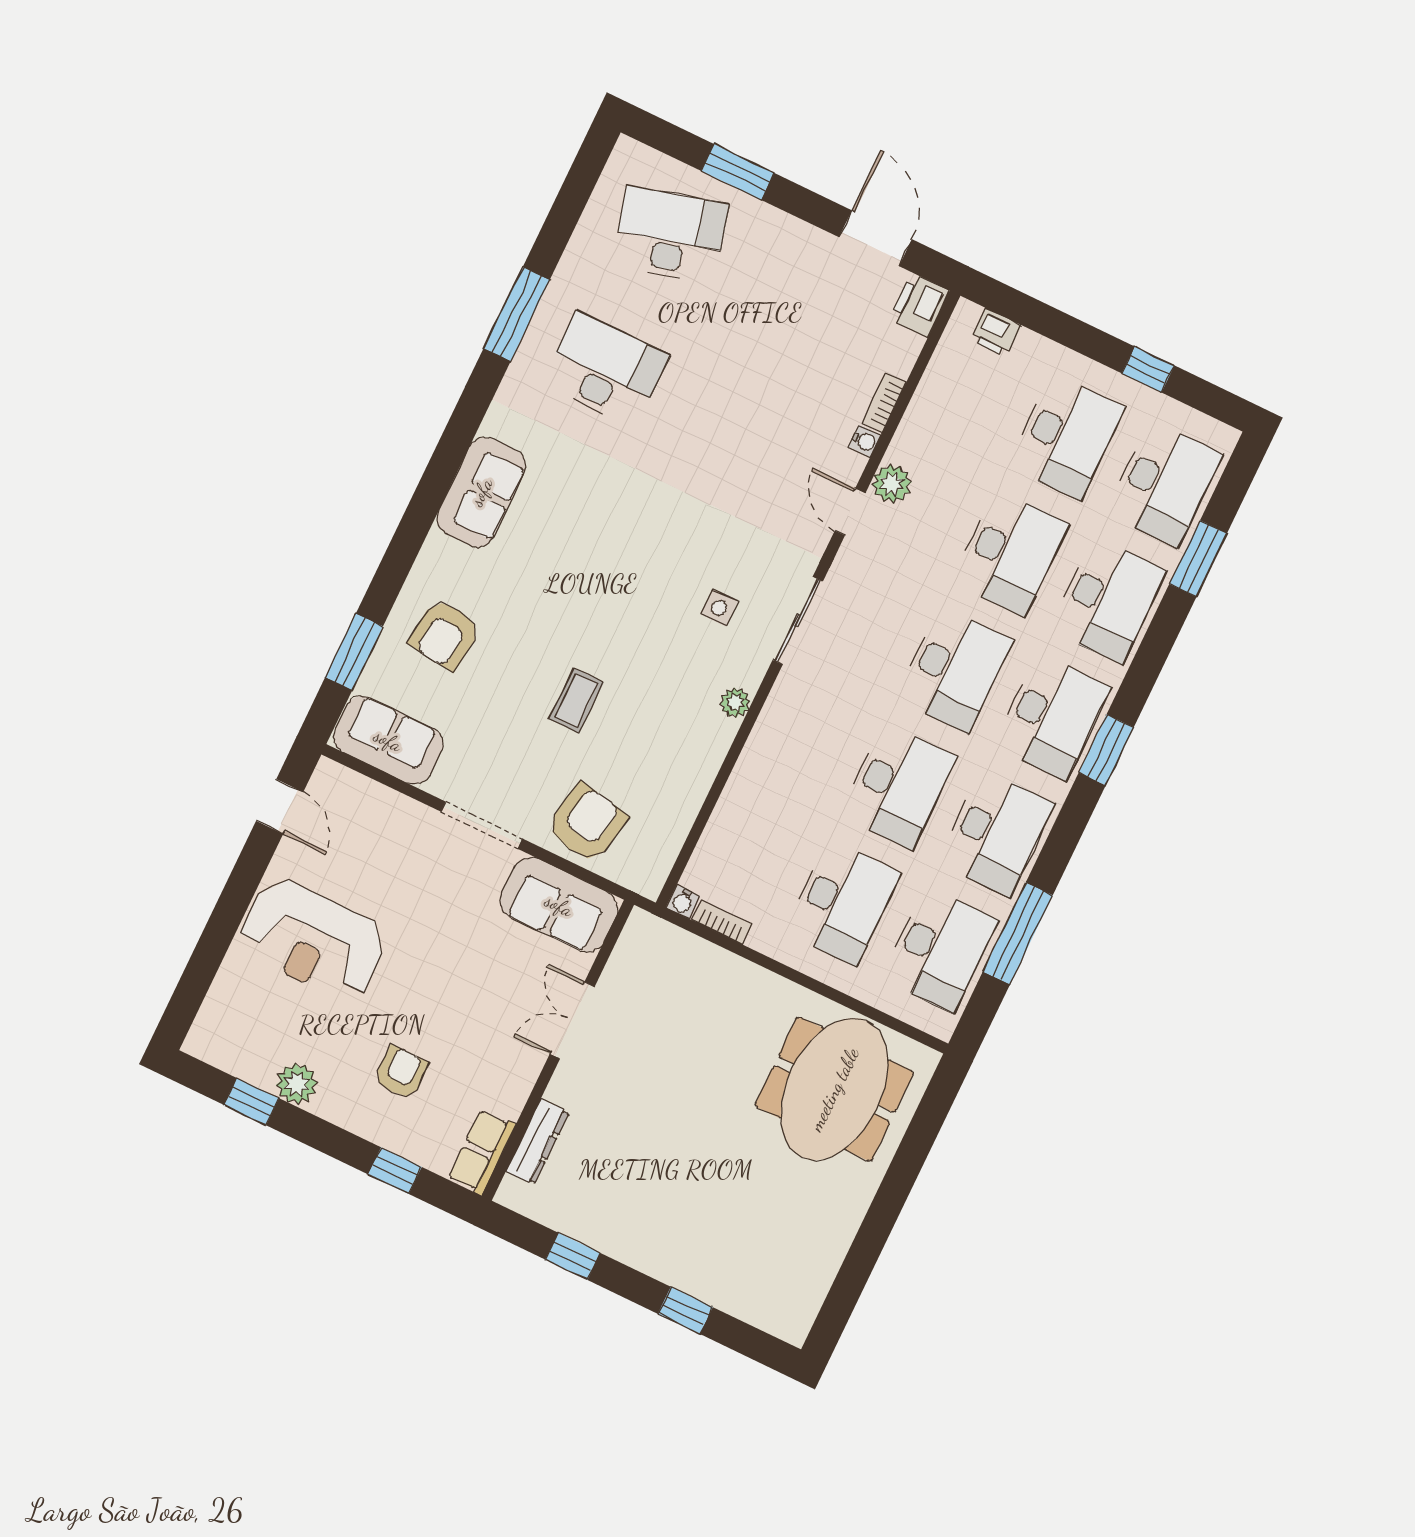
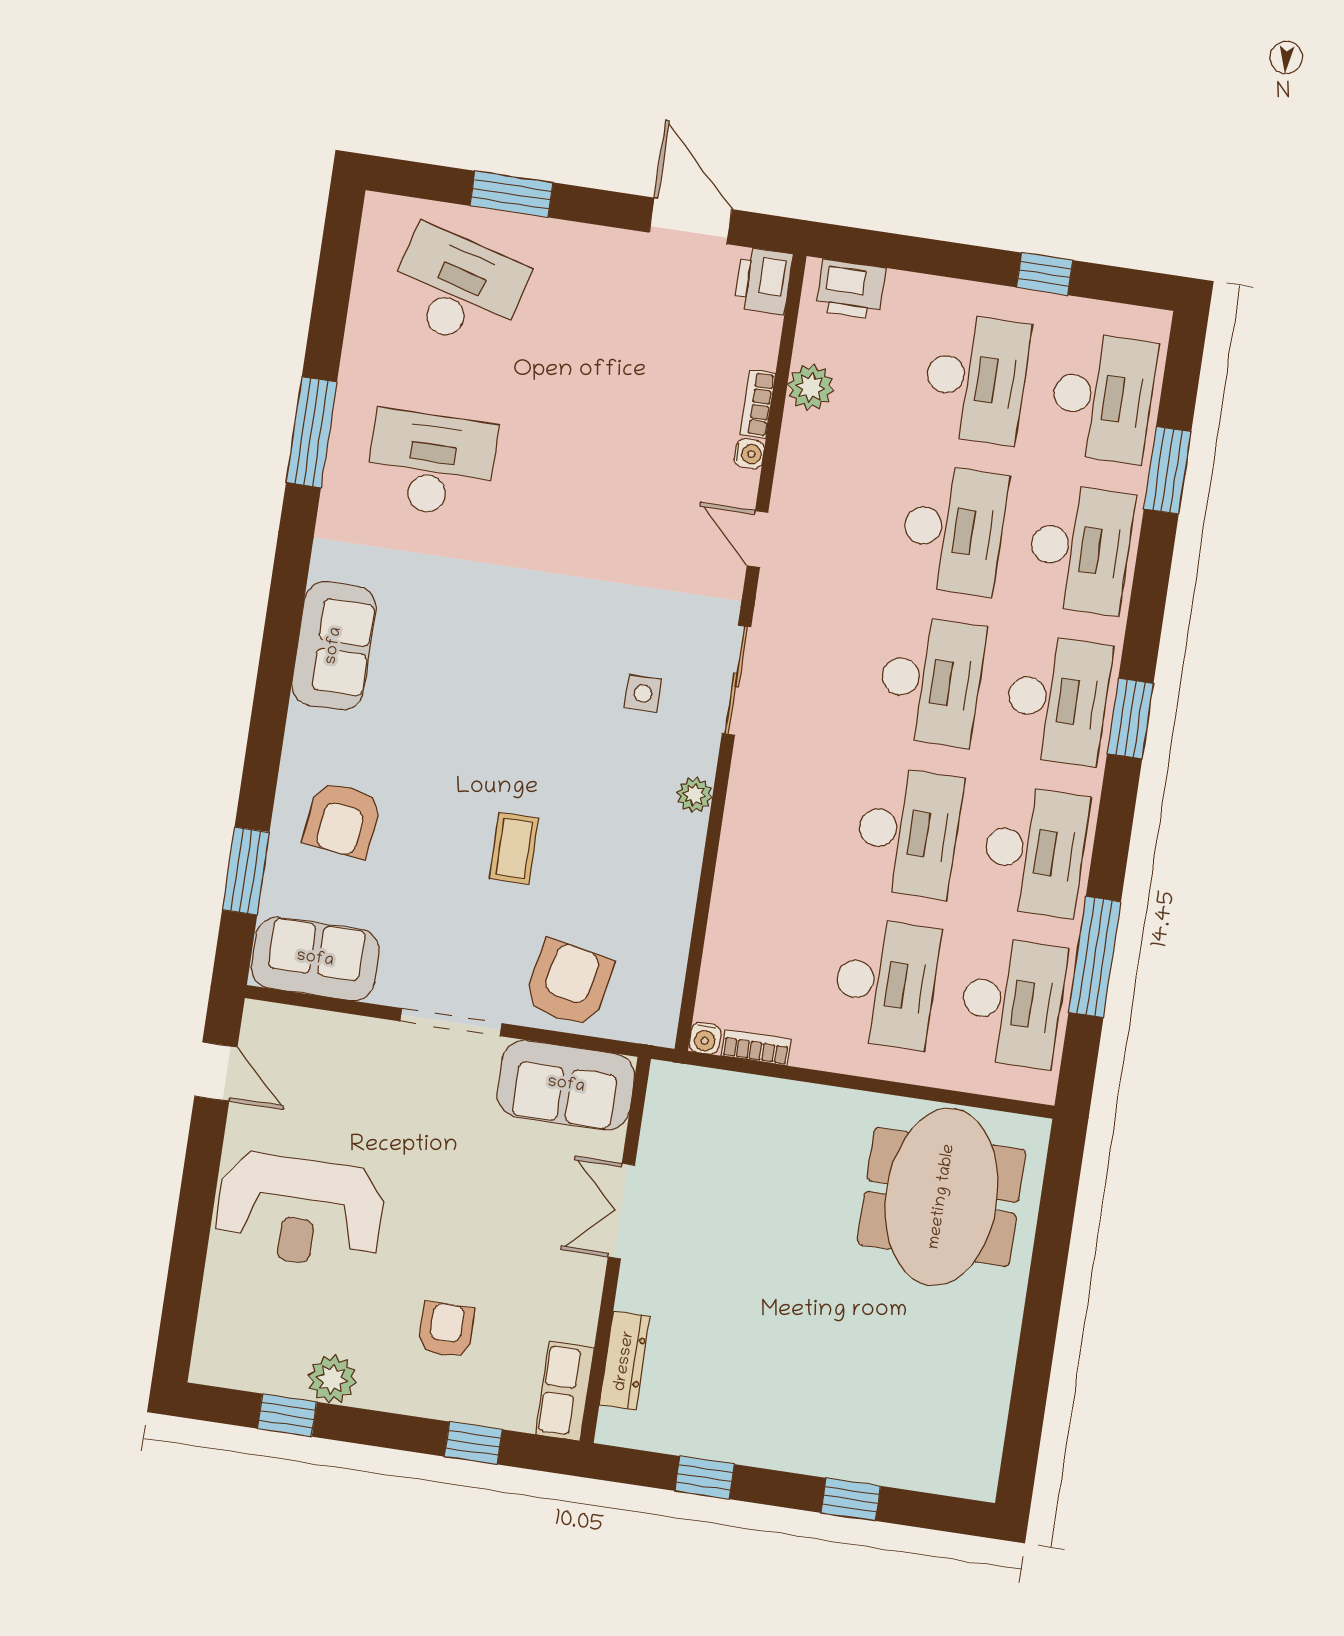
desk: (670, 235) -> (457, 289), turned 30
printer: (996, 333) -> (850, 289), width x1.36, depth x1.24
plant: (892, 484) -> (811, 387), moved

